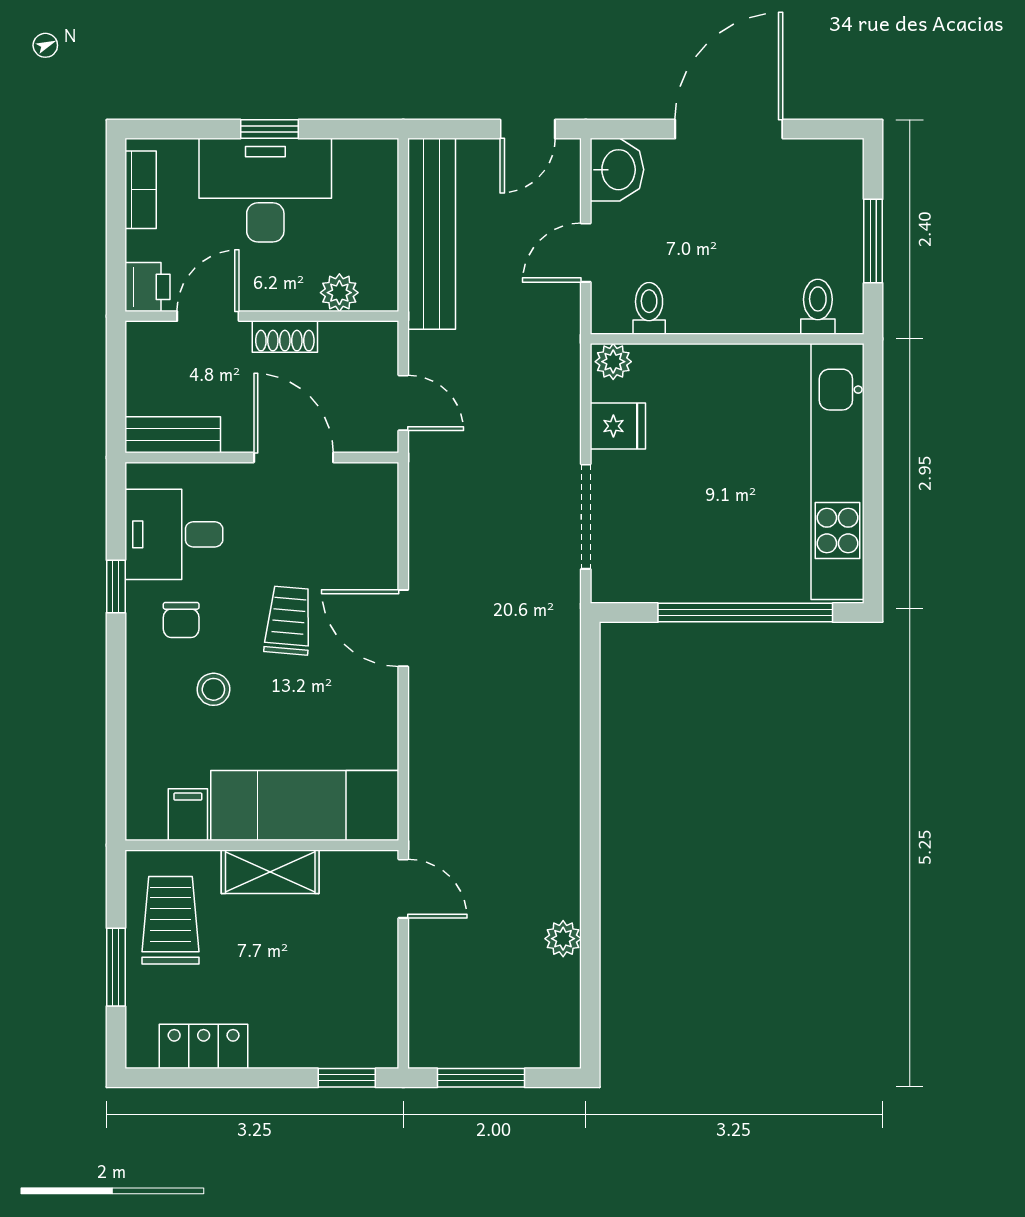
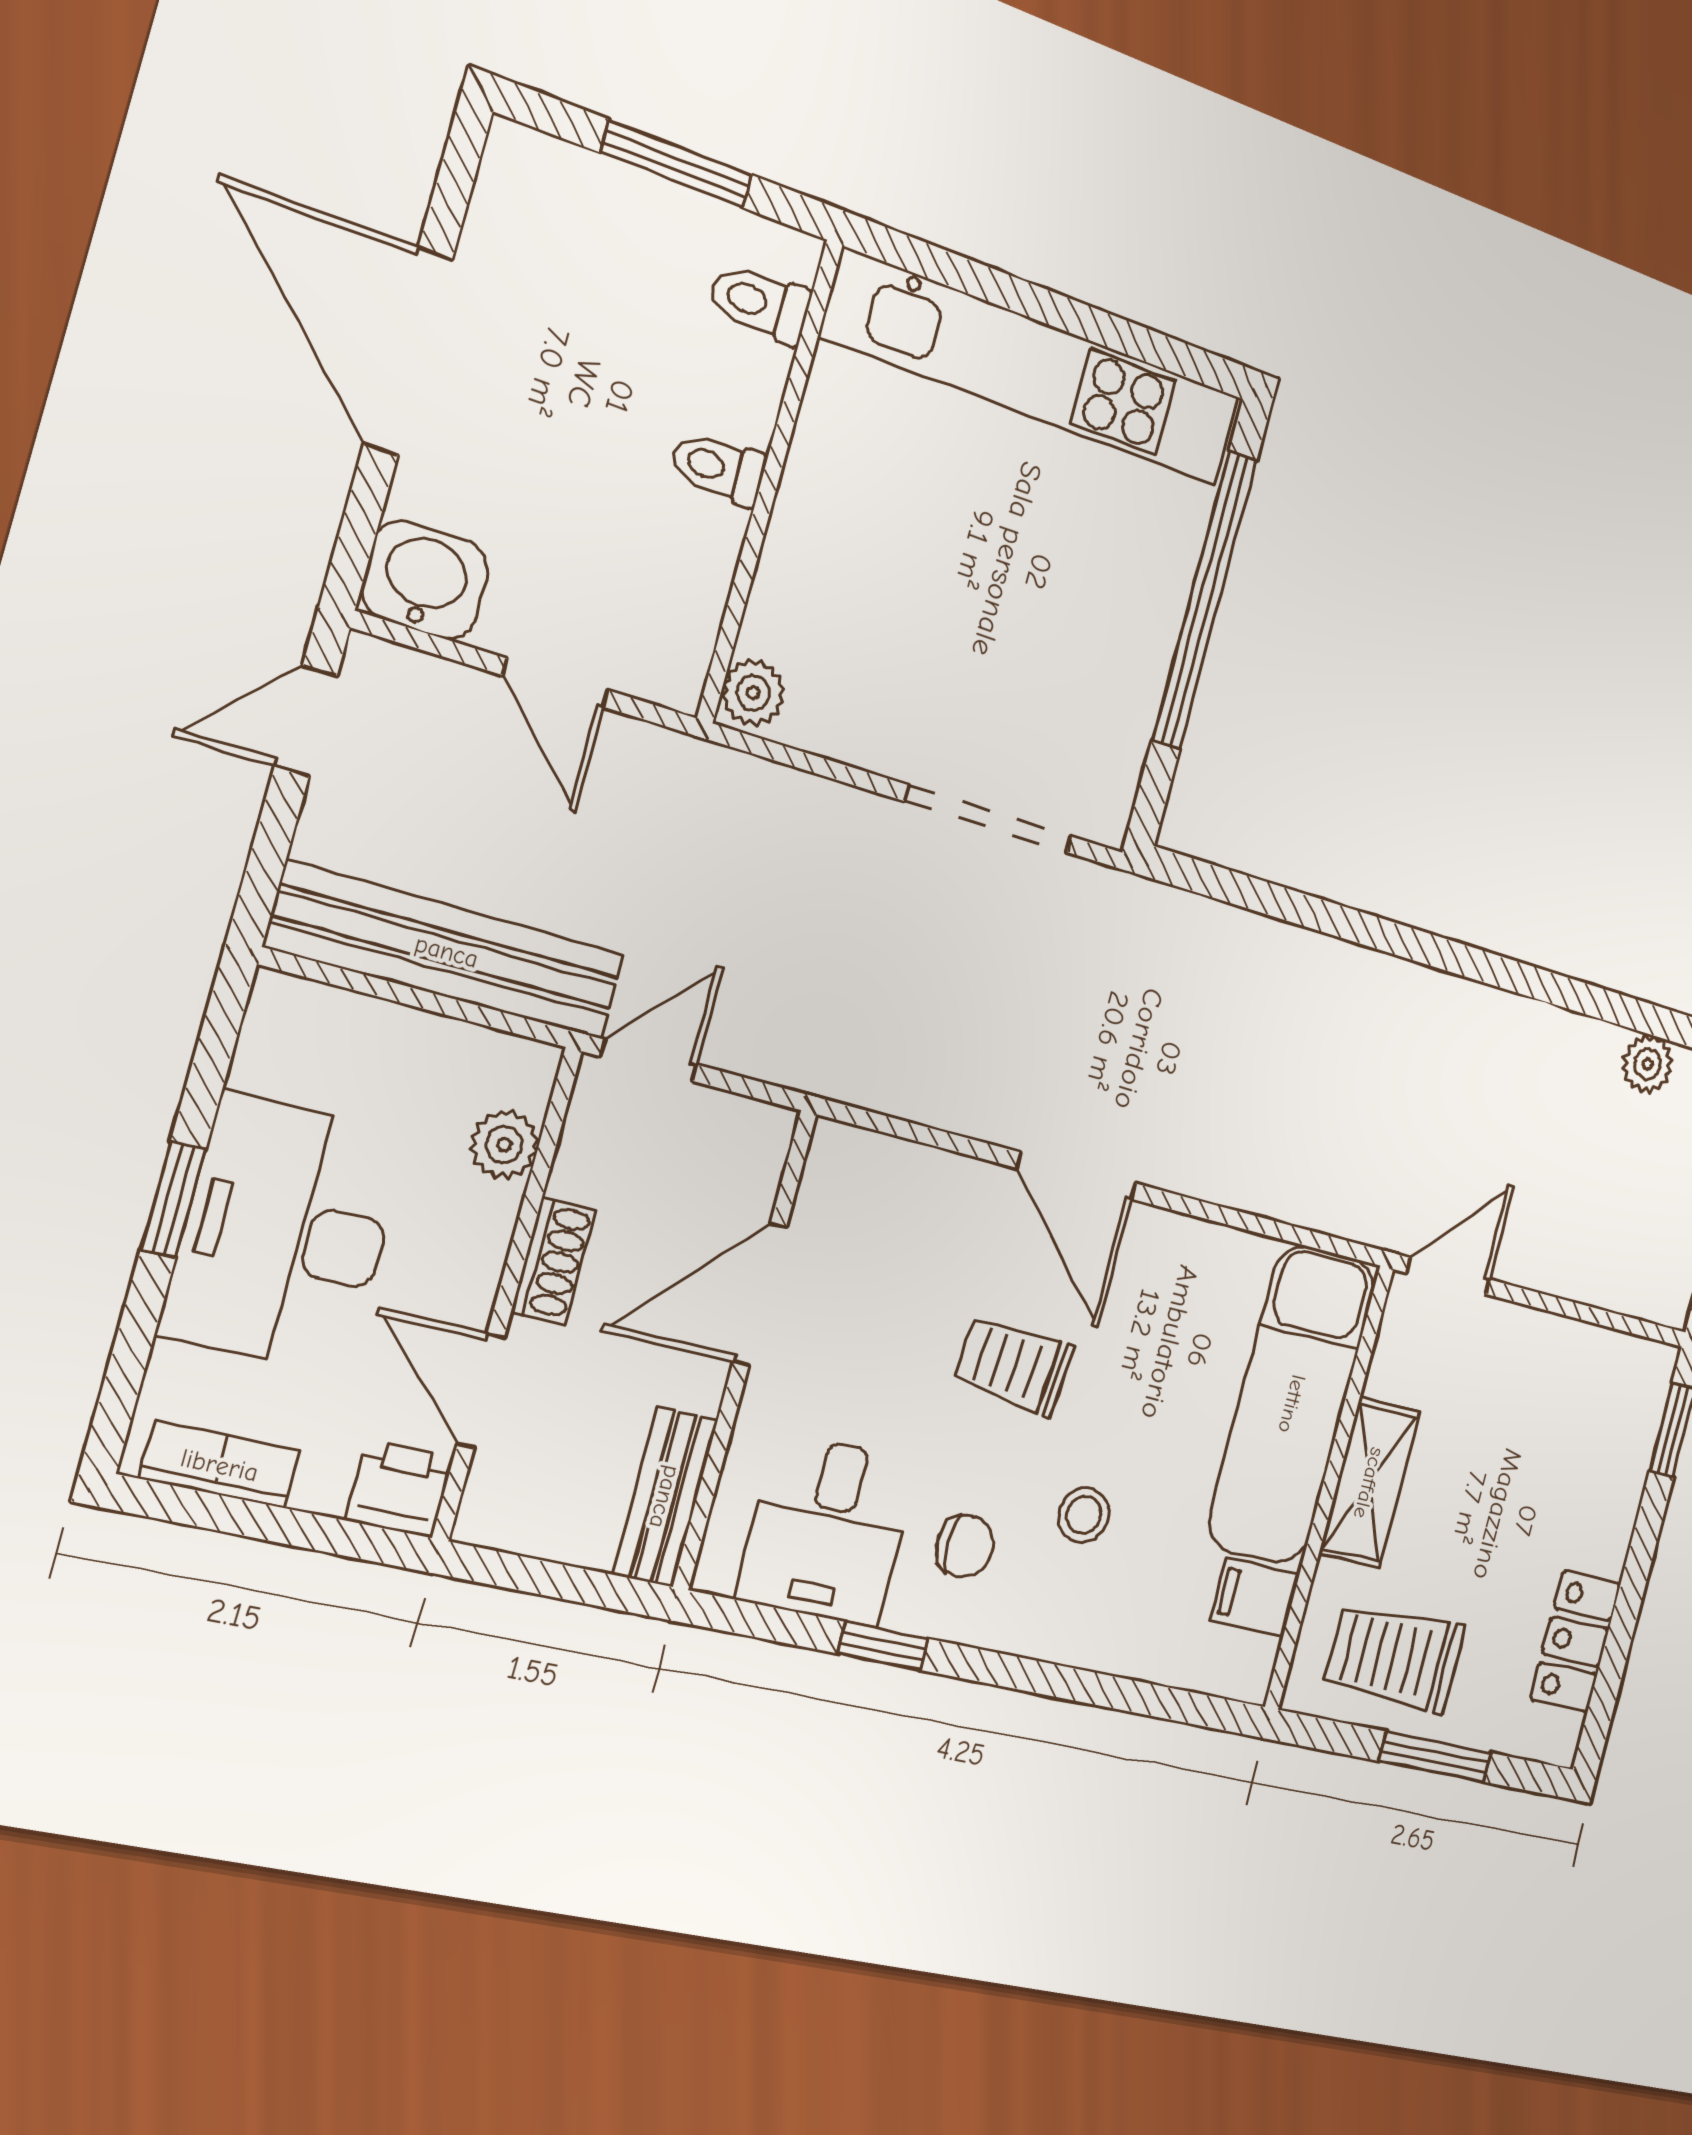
door: (528, 129) -> (306, 721), swing flipped
toilet: (649, 308) -> (718, 468), moved
door: (403, 403) -> (649, 1060), moved
fridge: (618, 426) -> (860, 718), removed
door: (403, 628) -> (1076, 1176), hinge flipped
plant: (563, 939) -> (1648, 1064), moved

